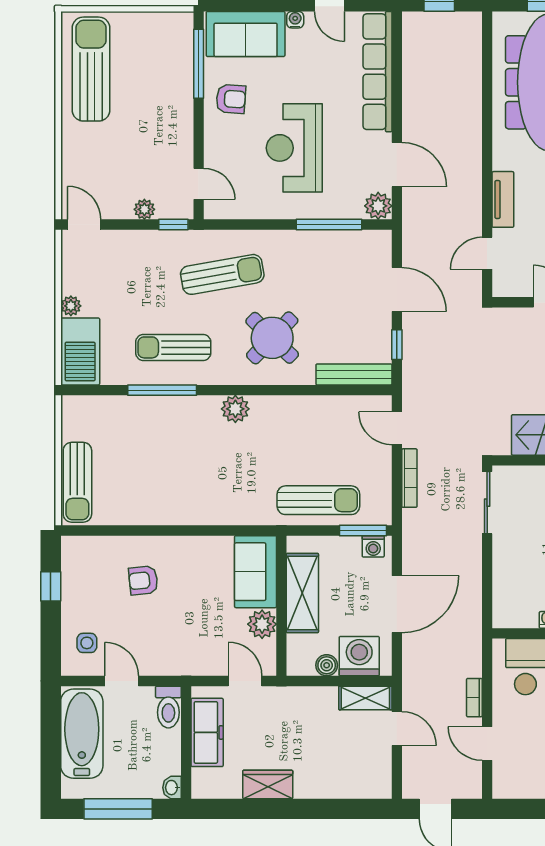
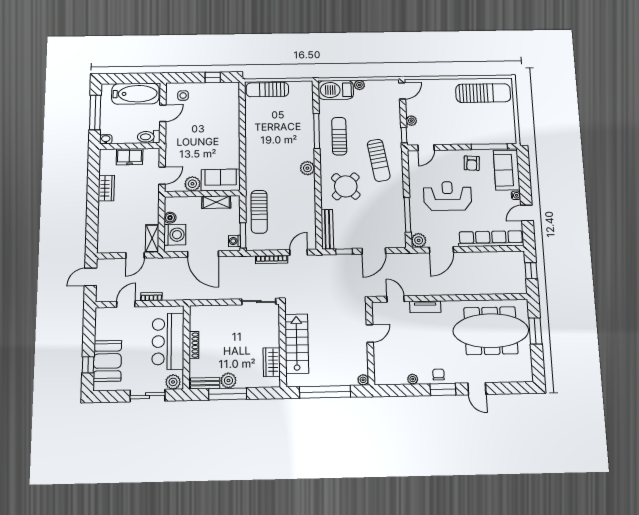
armchair: (143, 580) -> (216, 123), removed
shelving: (302, 593) -> (216, 202), width x0.67, depth x0.75
freezer: (207, 732) -> (130, 157), width x0.71

